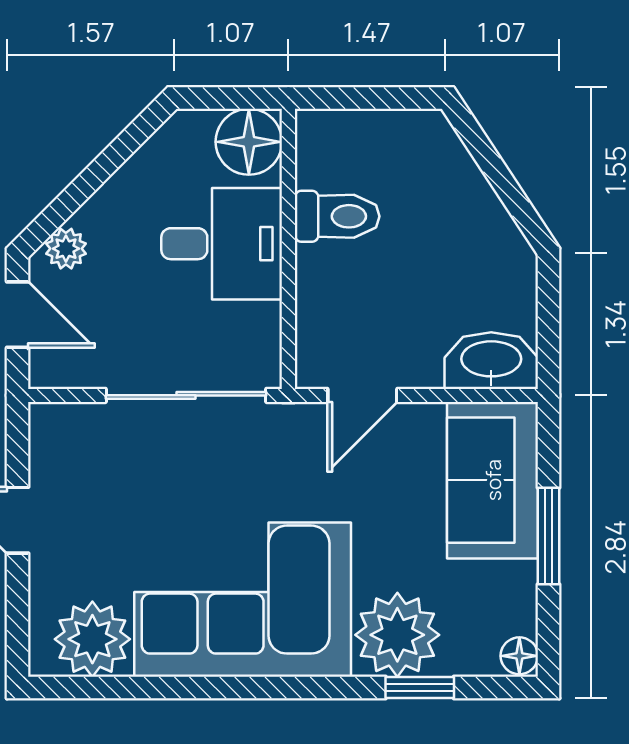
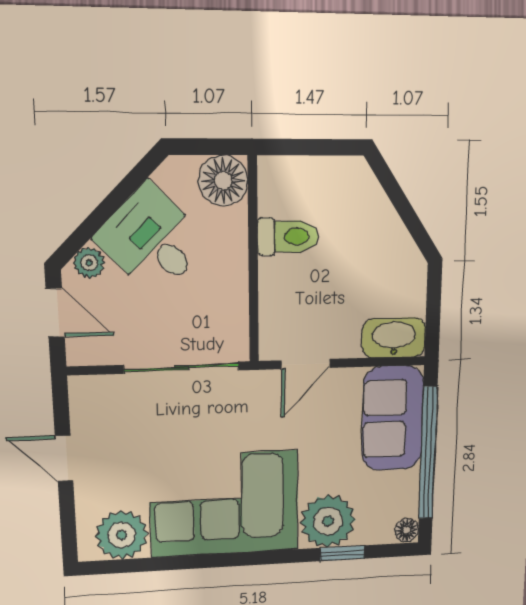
desk: (222, 244) -> (152, 240), moved, turned -135
window: (549, 536) -> (428, 453), width x2.11

